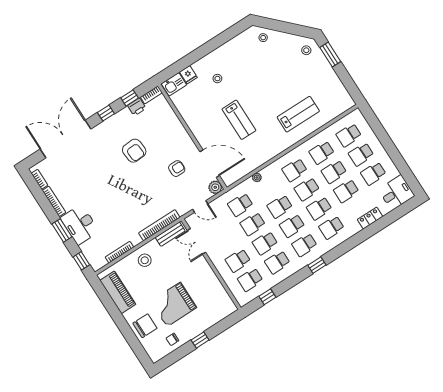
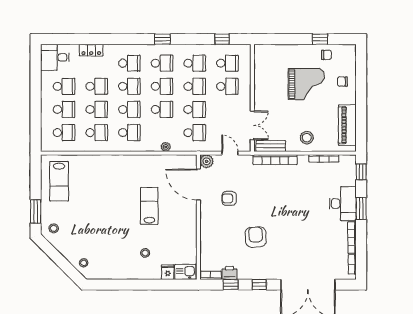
lab bench: (298, 114) -> (59, 181), moved, turned -90
chair: (145, 326) -> (342, 82), width x0.54, depth x0.54
window: (200, 340) -> (320, 39), moved

